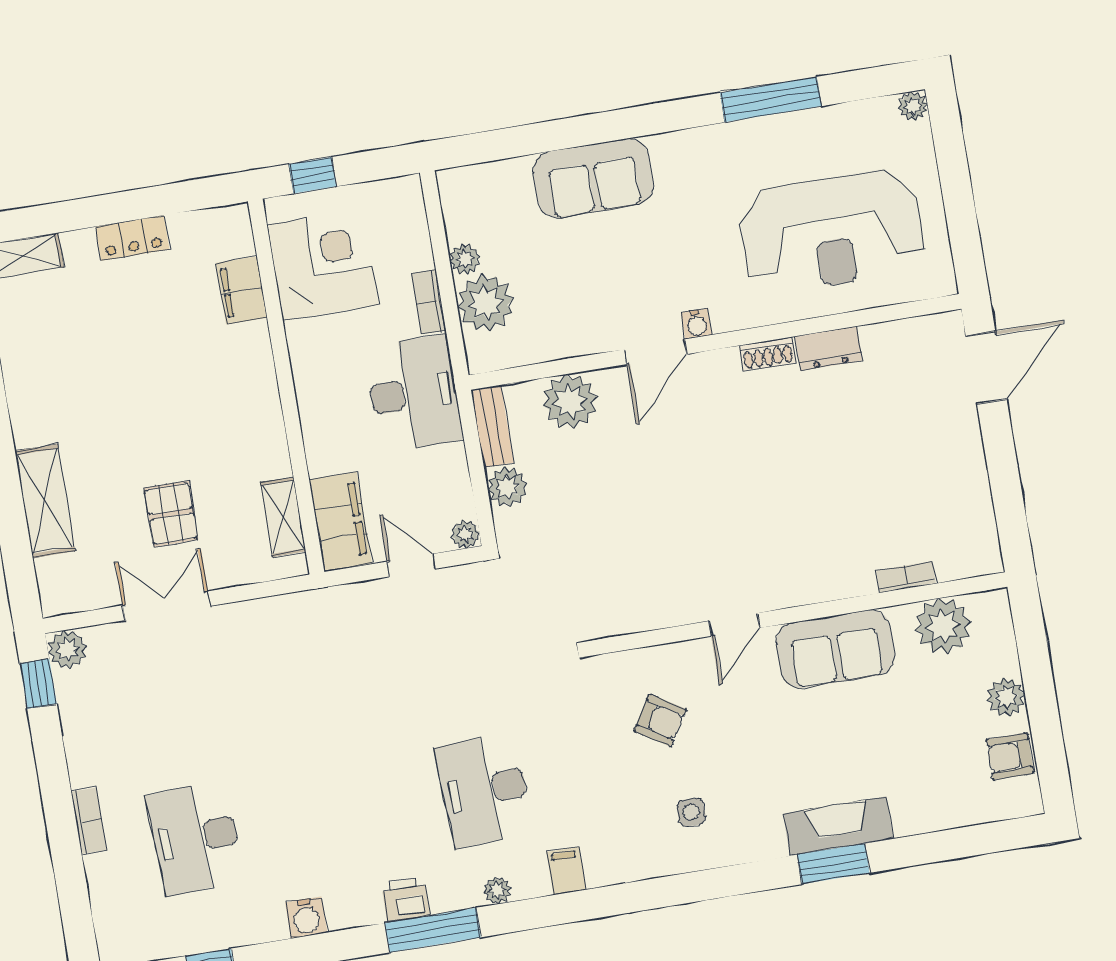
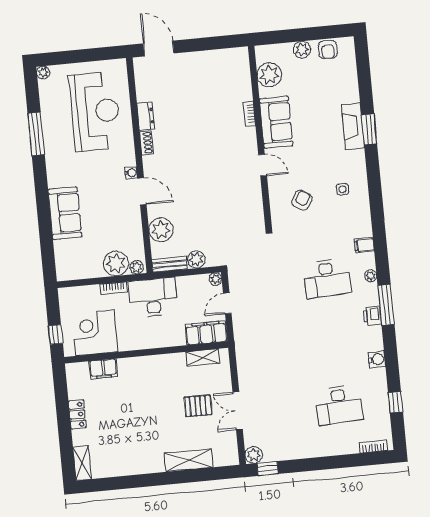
plant: (465, 259) -> (137, 267), moved
bookcase: (906, 577) -> (249, 114), moved
bookcase: (89, 821) -> (373, 446), moved

